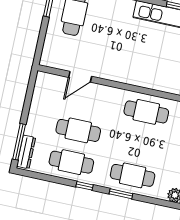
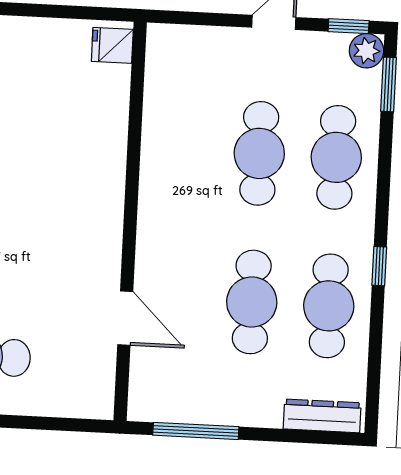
cafe table: (146, 112) -> (259, 153), moved
window: (19, 142) -> (196, 431), moved
window: (121, 194) -> (388, 84), moved

